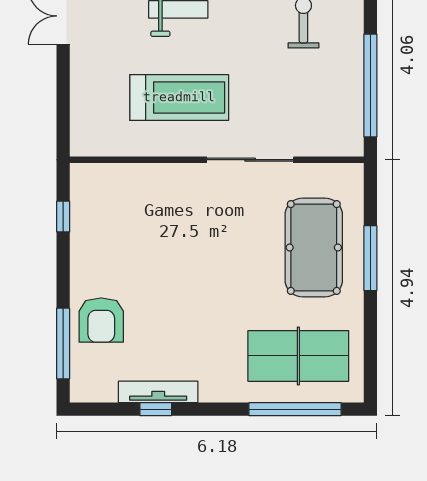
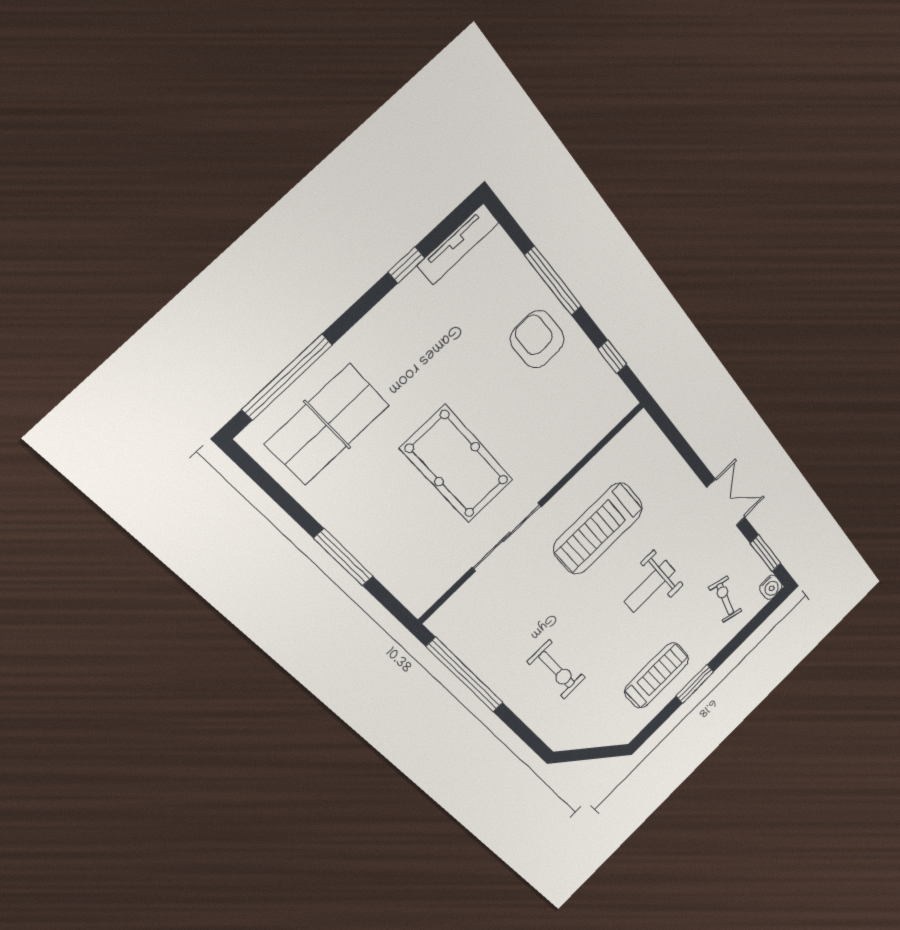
pool table: (314, 247) -> (457, 464), moved
armchair: (101, 320) -> (537, 339), moved
window: (63, 343) -> (553, 281), moved
tv unit: (158, 392) -> (458, 244), moved

